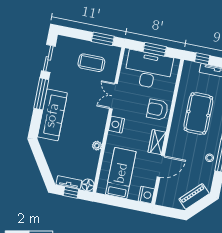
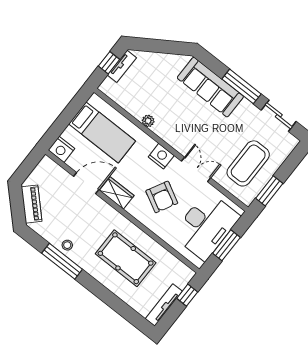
coffee table: (91, 63) -> (248, 163), width x1.36, depth x1.32
armchair: (158, 110) -> (162, 197), moved, turned 118
door: (161, 166) -> (86, 183), swing flipped
floor lamp: (88, 185) -> (108, 87), removed

